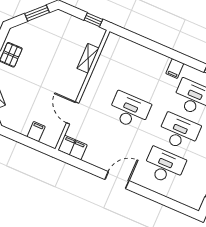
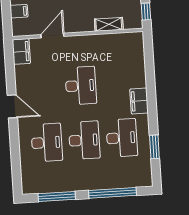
filing cabinet: (175, 69) -> (139, 101), width x2.00

